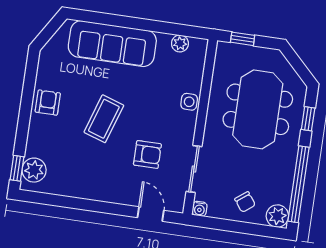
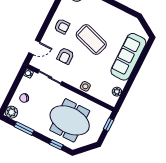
armchair: (48, 103) -> (62, 26), moved
coffee table: (104, 119) -> (91, 40), width x1.36, depth x1.32
window: (299, 184) -> (24, 129), width x0.47

